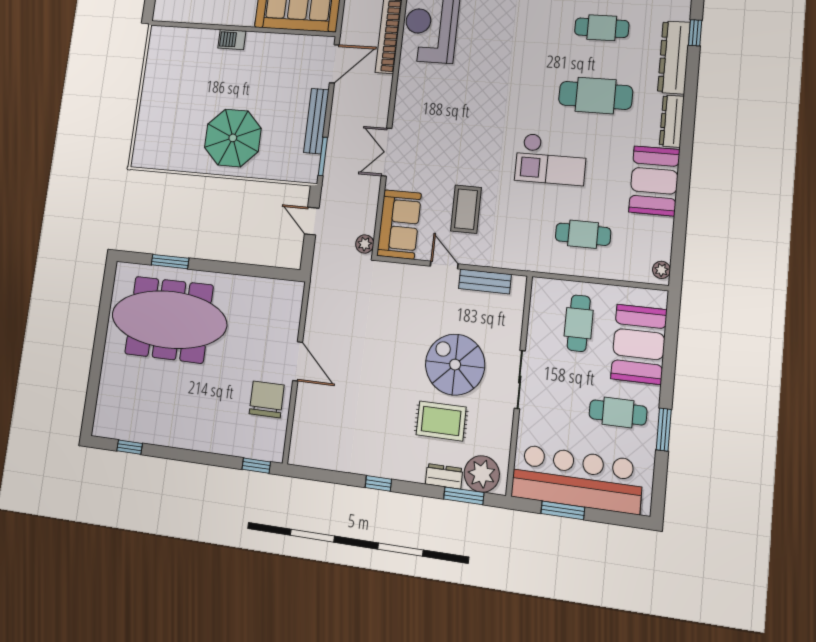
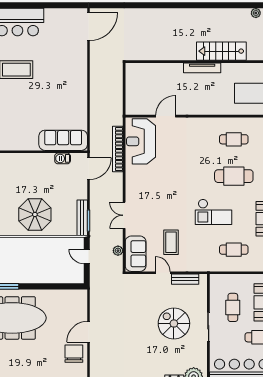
barbecue: (232, 40) -> (63, 158), moved
bench: (316, 121) -> (82, 218), moved
plant: (365, 244) -> (118, 251), moved
cafe table: (579, 323) -> (233, 307), moved
door: (298, 361) -> (89, 332), swing flipped
rug: (441, 421) -> (170, 353), removed

